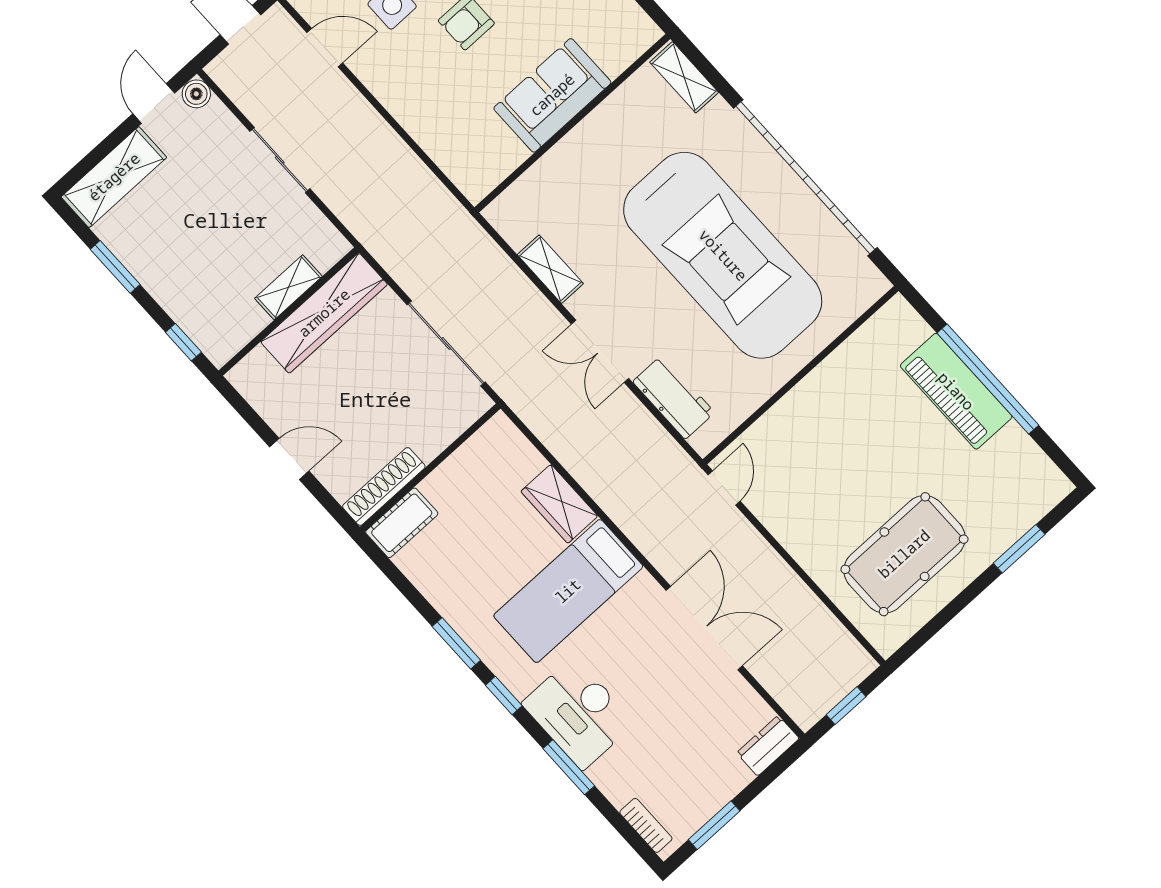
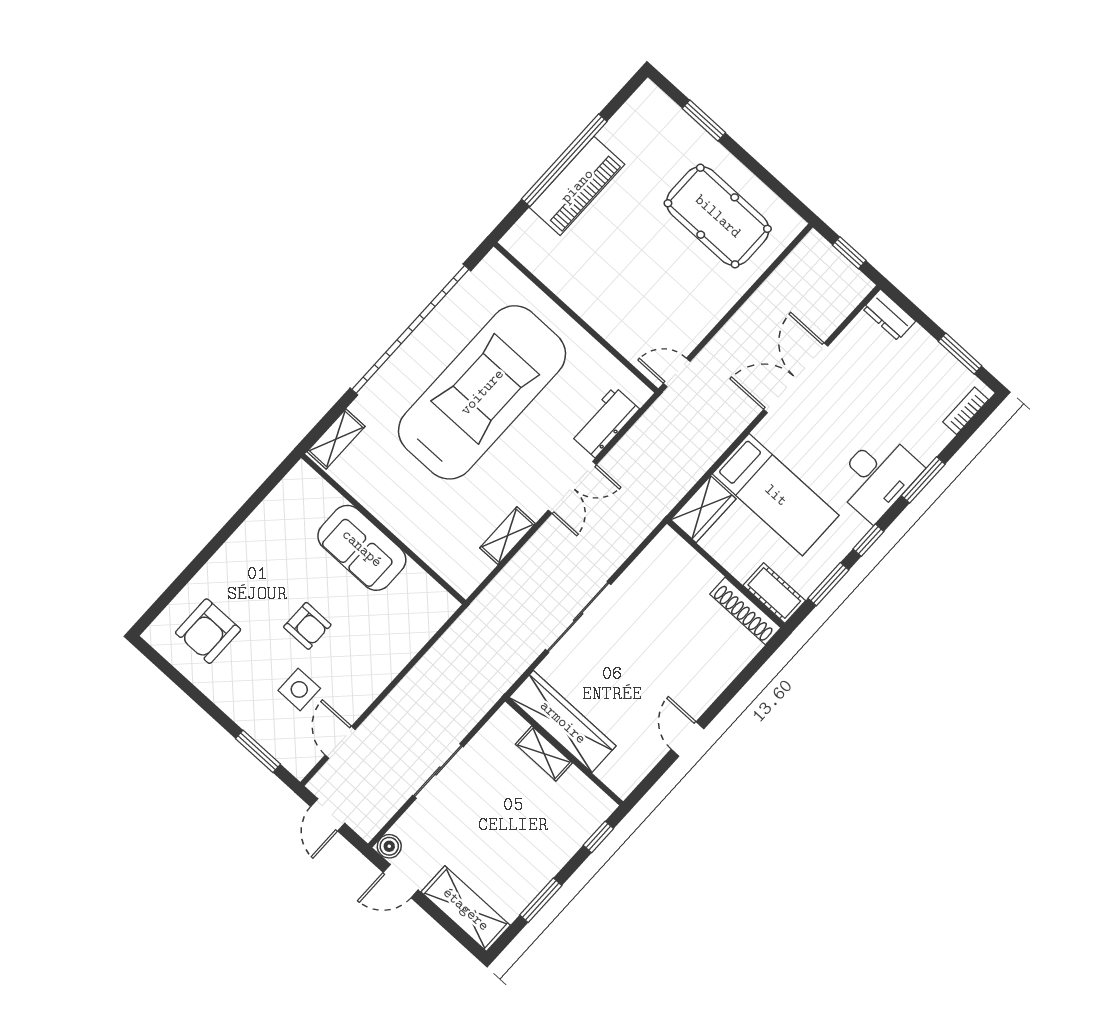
wall: (430, 468) -> (726, 574), moved
shoe rack: (384, 486) -> (745, 611), moved
cot: (402, 523) -> (774, 593), moved

